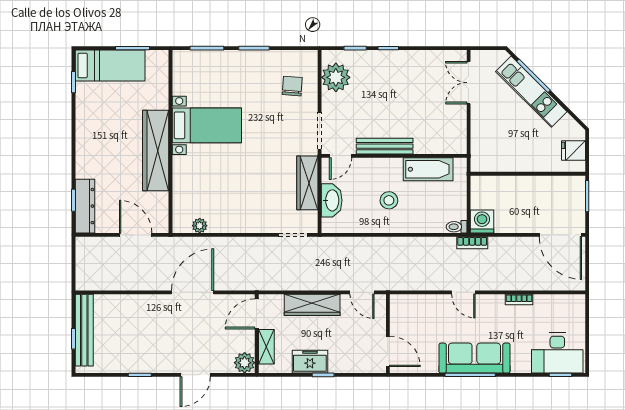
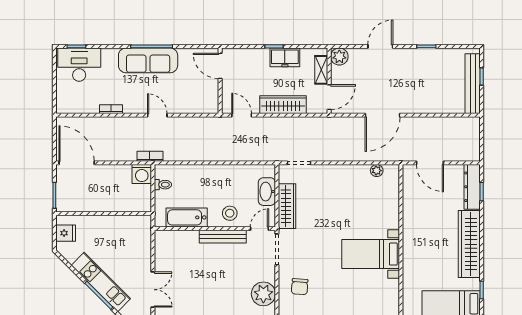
wardrobe: (156, 151) -> (469, 244), moved, turned 180
stool: (389, 200) -> (230, 213), moved
toilet: (457, 227) -> (163, 185), moved

